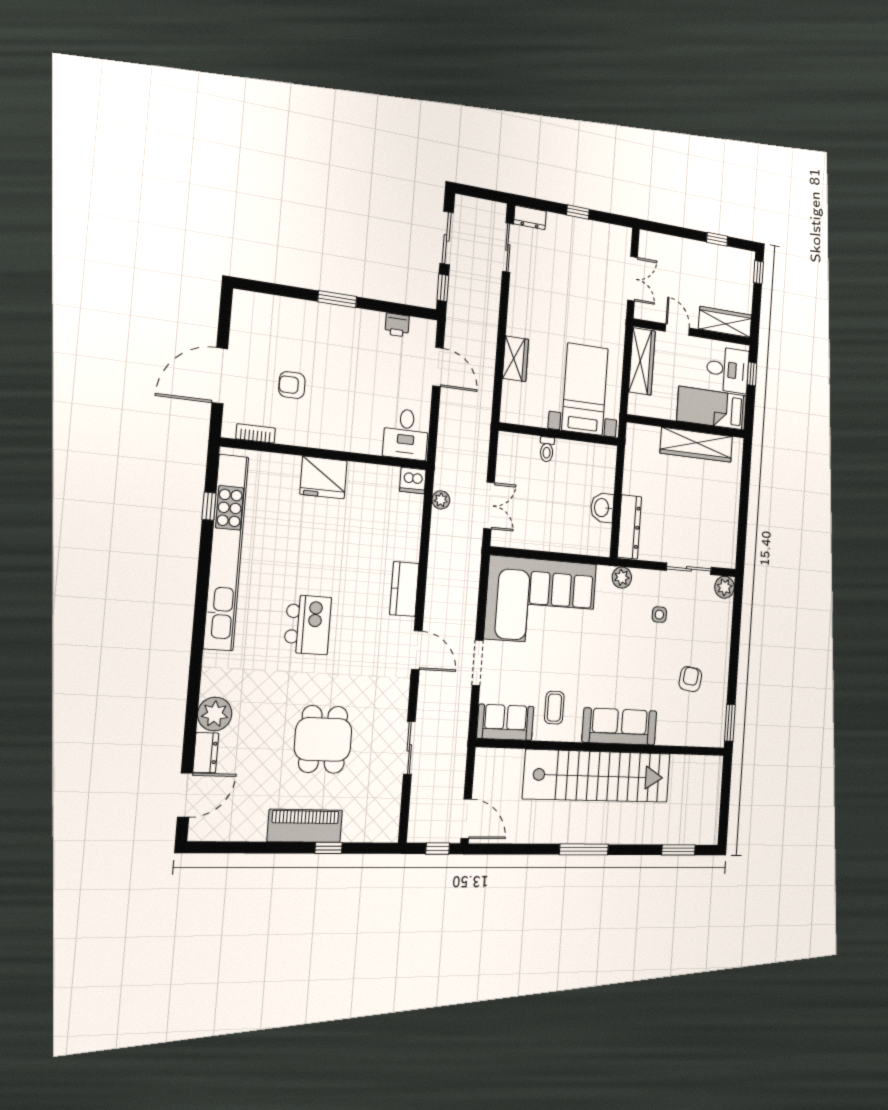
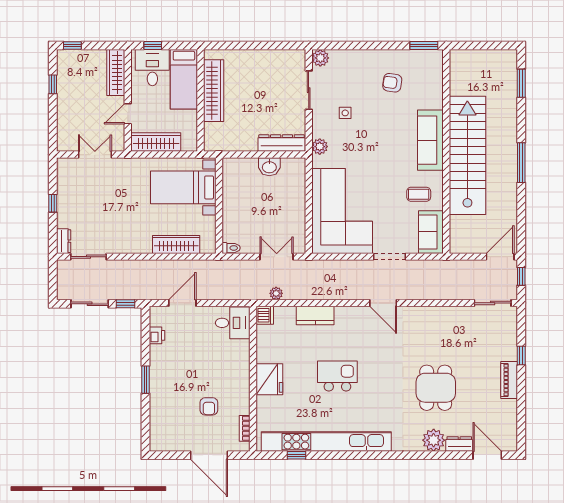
wardrobe: (515, 359) -> (176, 244), width x1.50
toilet: (547, 449) -> (231, 248), moved
kitchen counter: (404, 589) -> (315, 315), moved
kitchen island: (308, 625) -> (337, 376), moved
door: (417, 650) -> (383, 303), swing flipped
dining table: (323, 739) -> (436, 388), moved, turned 90
sliding door: (409, 748) -> (493, 303), moved
piano: (305, 826) -> (509, 380), width x0.73, depth x0.75

